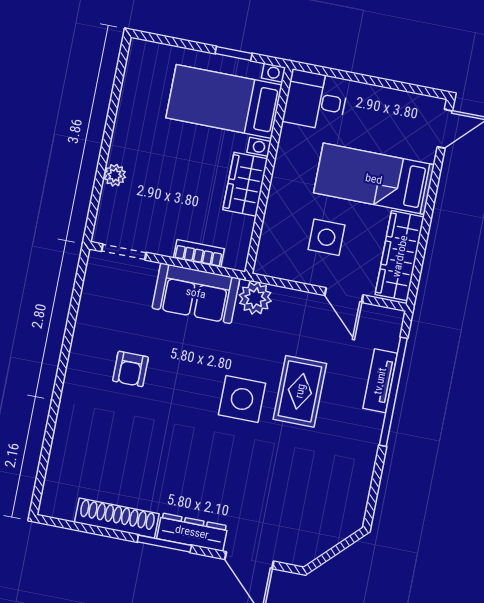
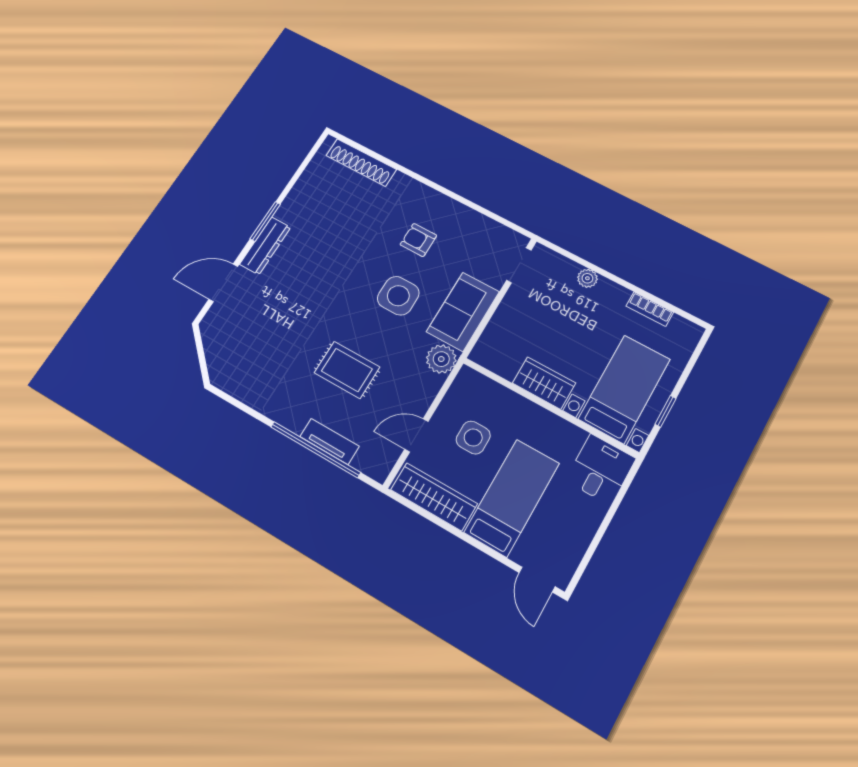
bookcase: (199, 253) -> (650, 309), moved, turned 90
side table: (242, 399) -> (398, 296), moved
shoe rack: (117, 518) -> (361, 163), moved, turned 90

